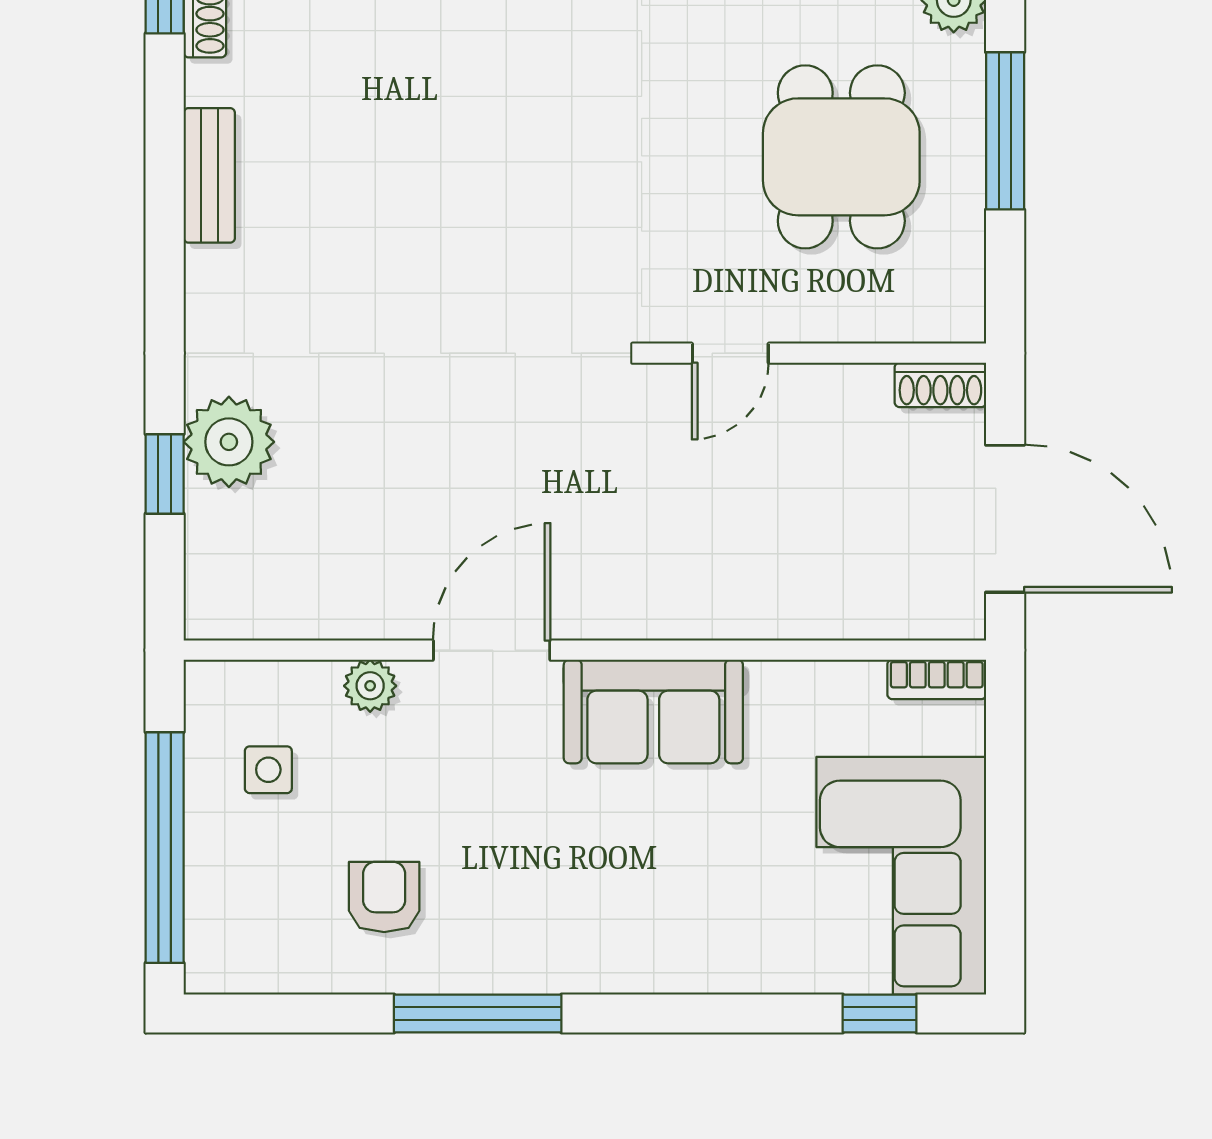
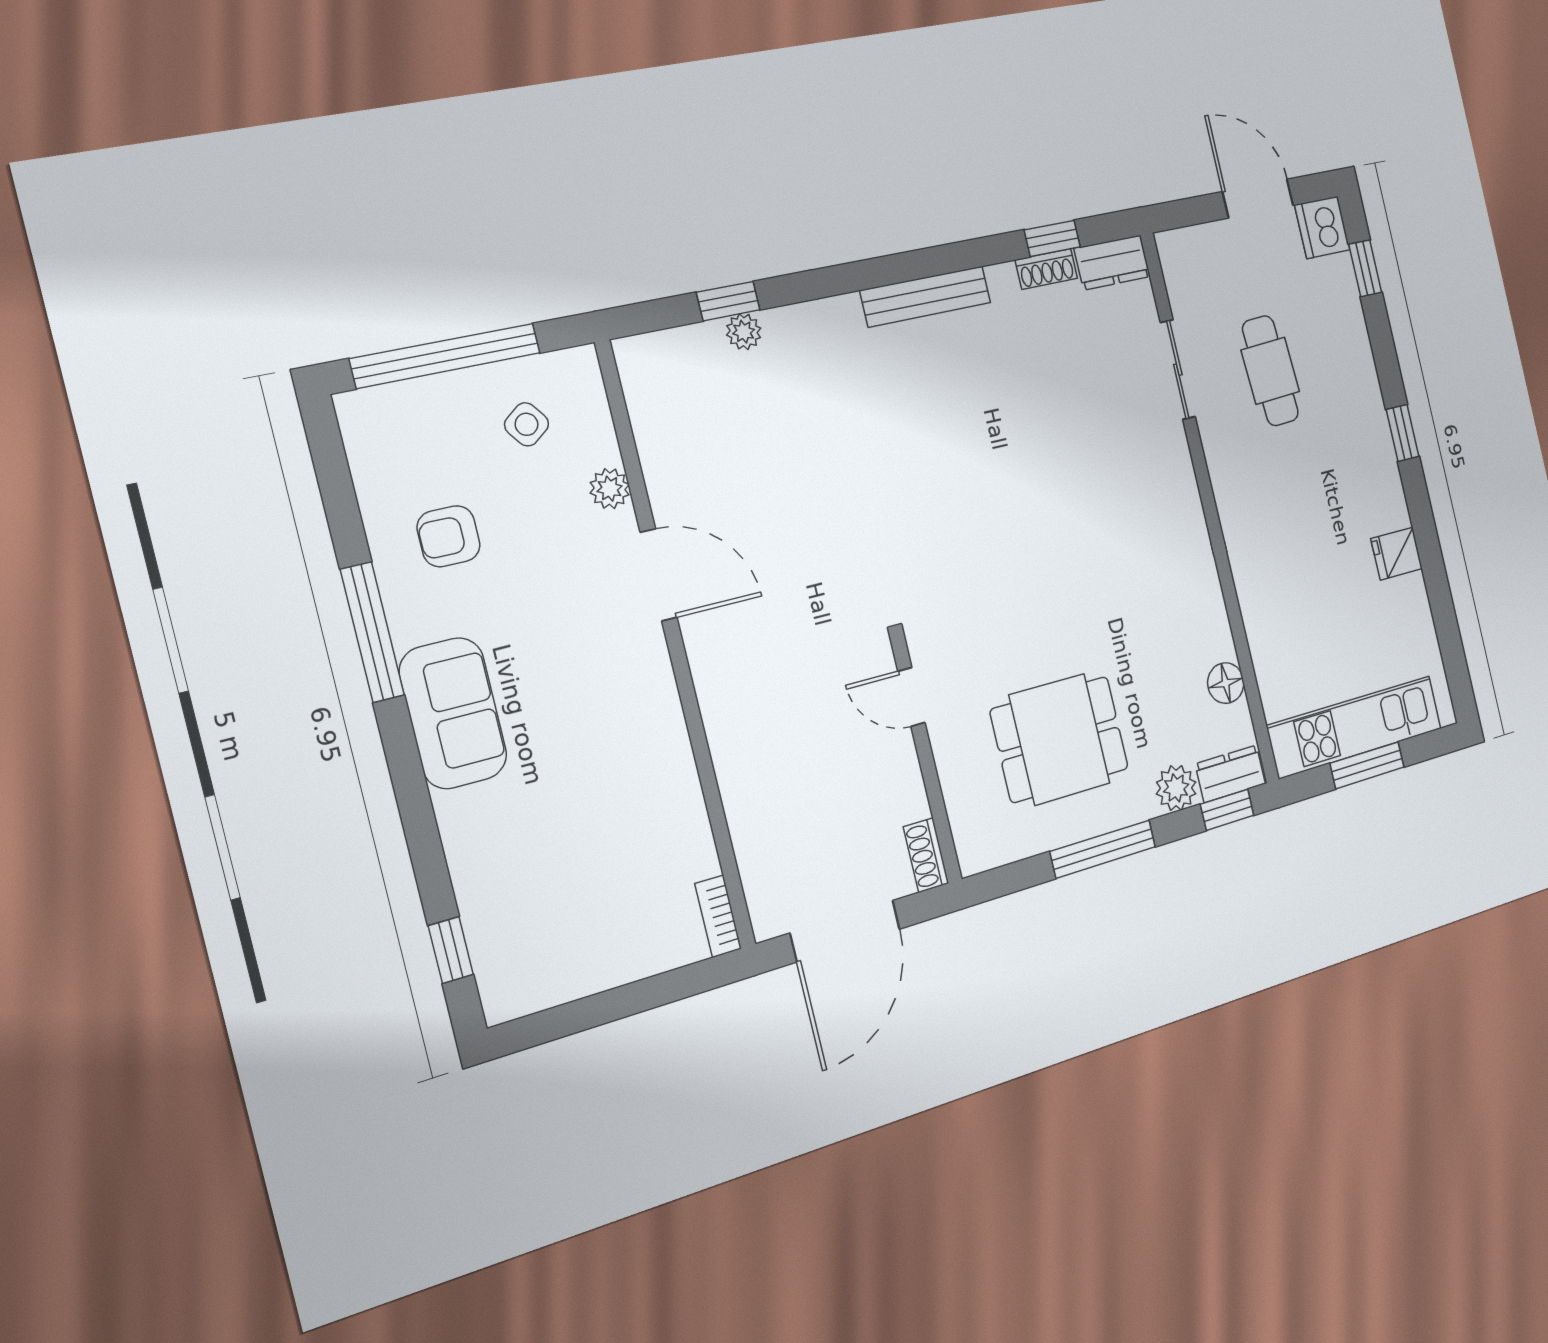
bench: (209, 175) -> (926, 296), width x1.36
plant: (229, 442) -> (744, 332), width x0.53, depth x0.53
sofa: (653, 711) -> (453, 713), moved, turned 180
side table: (268, 770) -> (527, 424), turned -37
corner sofa: (901, 876) -> (564, 934), removed
armchair: (384, 897) -> (449, 536), turned 180

